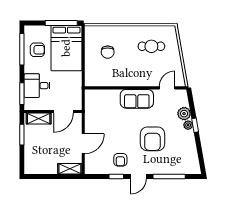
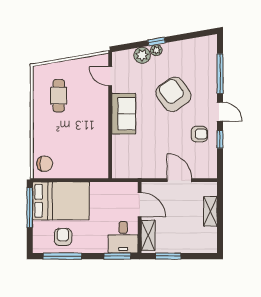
chair: (108, 52) -> (45, 164), moved
desk: (37, 86) -> (123, 237), moved
armchair: (152, 139) -> (173, 94), turned -126
shelving: (70, 169) -> (210, 211), moved

